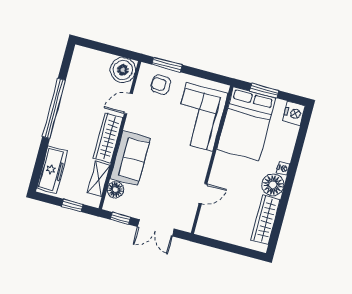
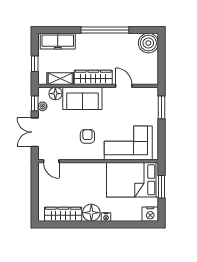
boiler: (123, 70) -> (148, 43), moved
armchair: (161, 84) -> (87, 136), moved
door: (203, 194) -> (51, 161), moved
plant: (127, 210) -> (43, 106), added

